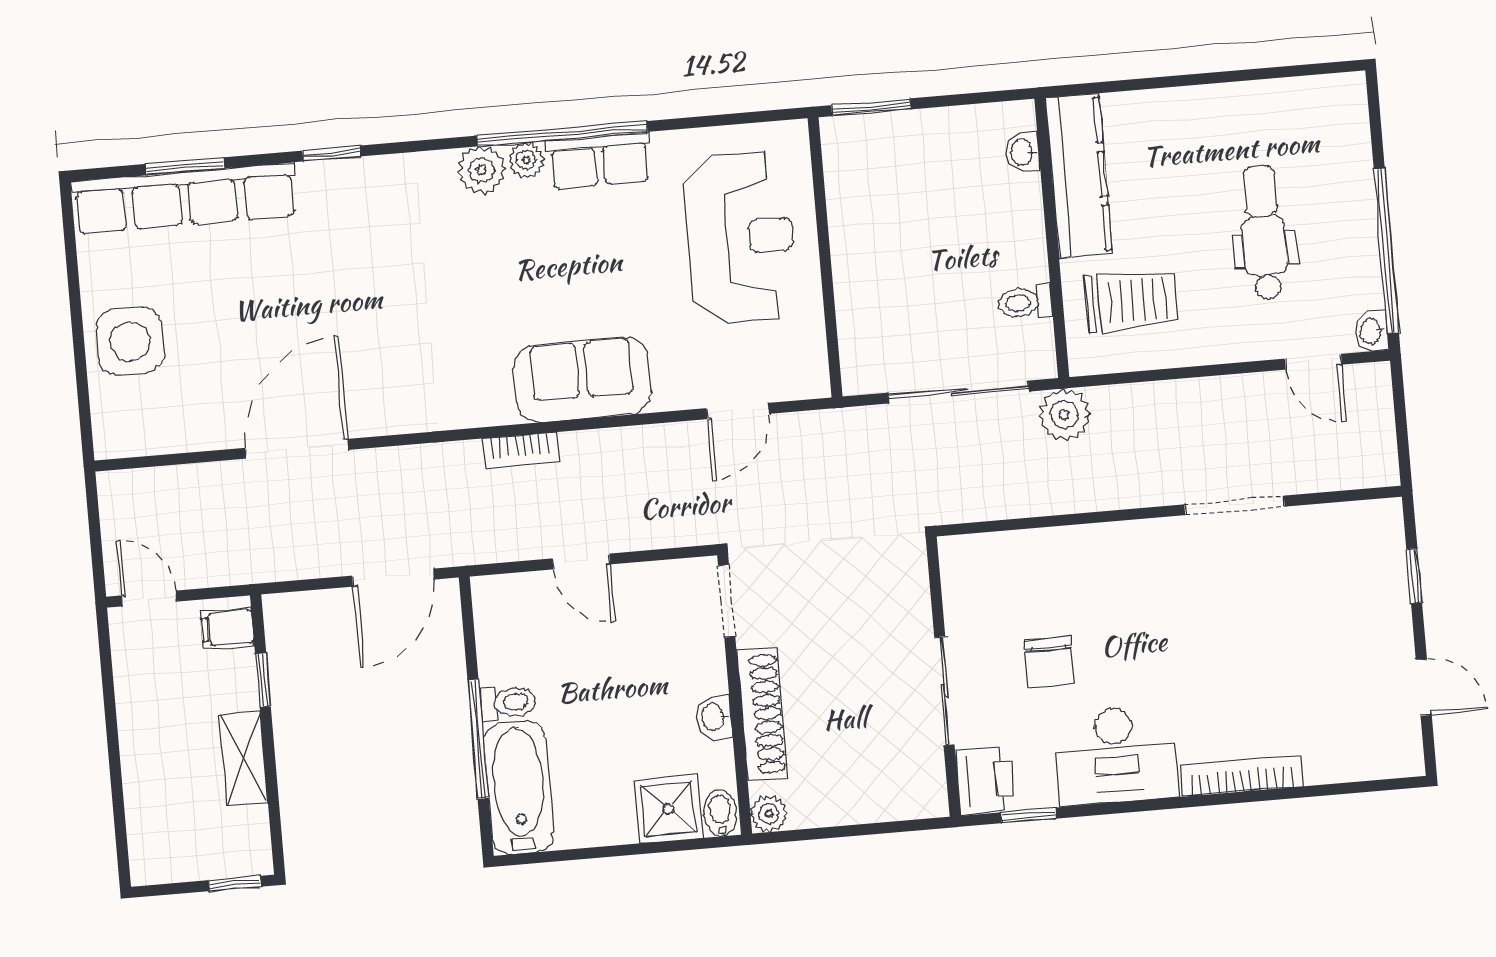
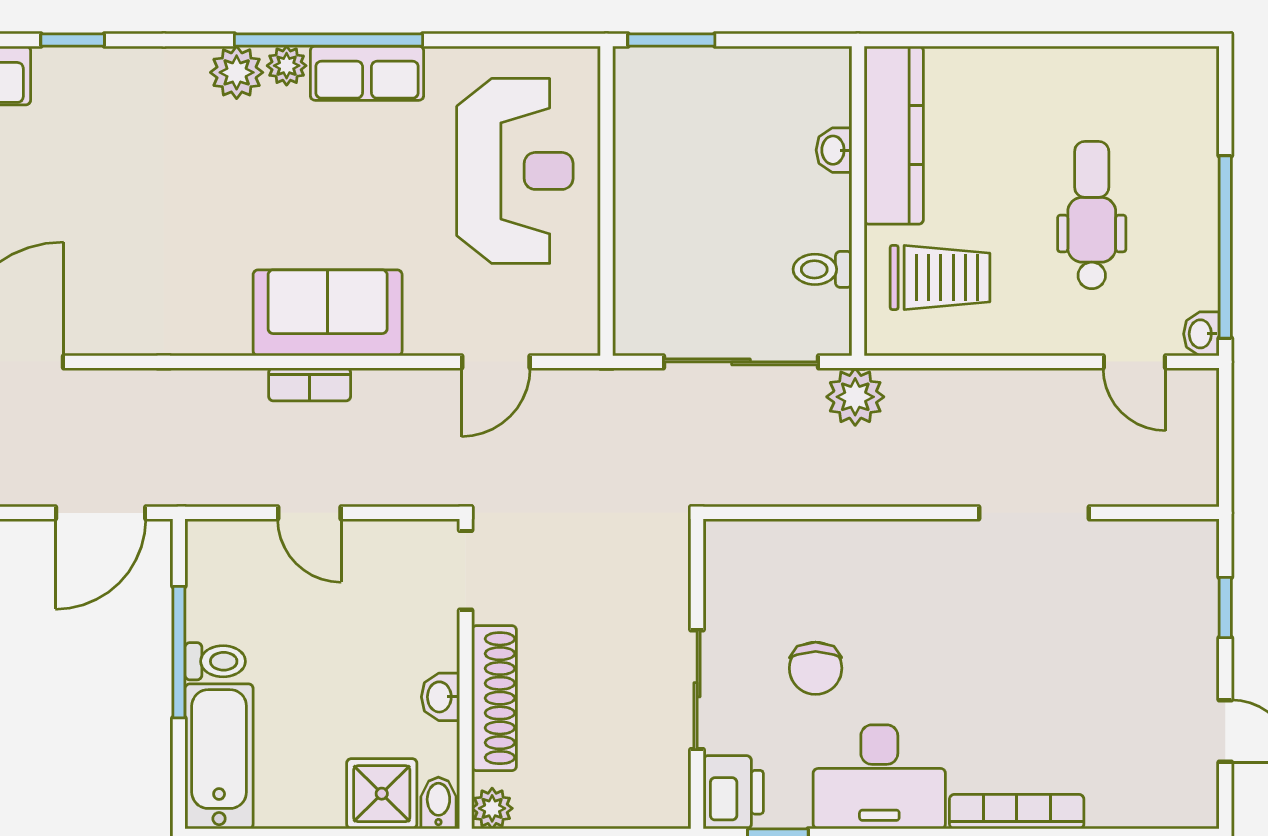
washbasin: (1023, 152) -> (834, 150), moved
bookcase: (521, 450) -> (310, 384), moved
window: (478, 739) -> (179, 652), moved

